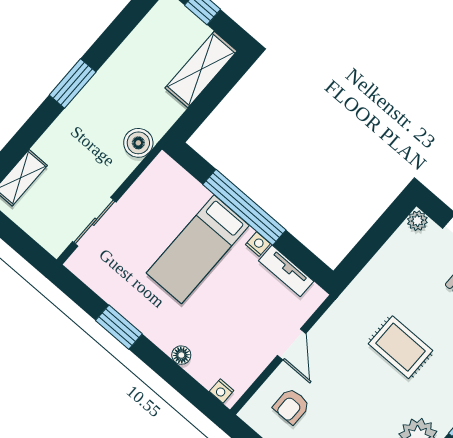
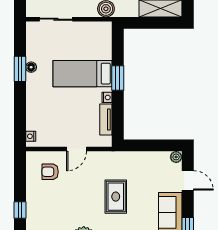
window: (244, 207) -> (118, 78), width x0.47
floor lamp: (181, 355) -> (31, 67), moved

